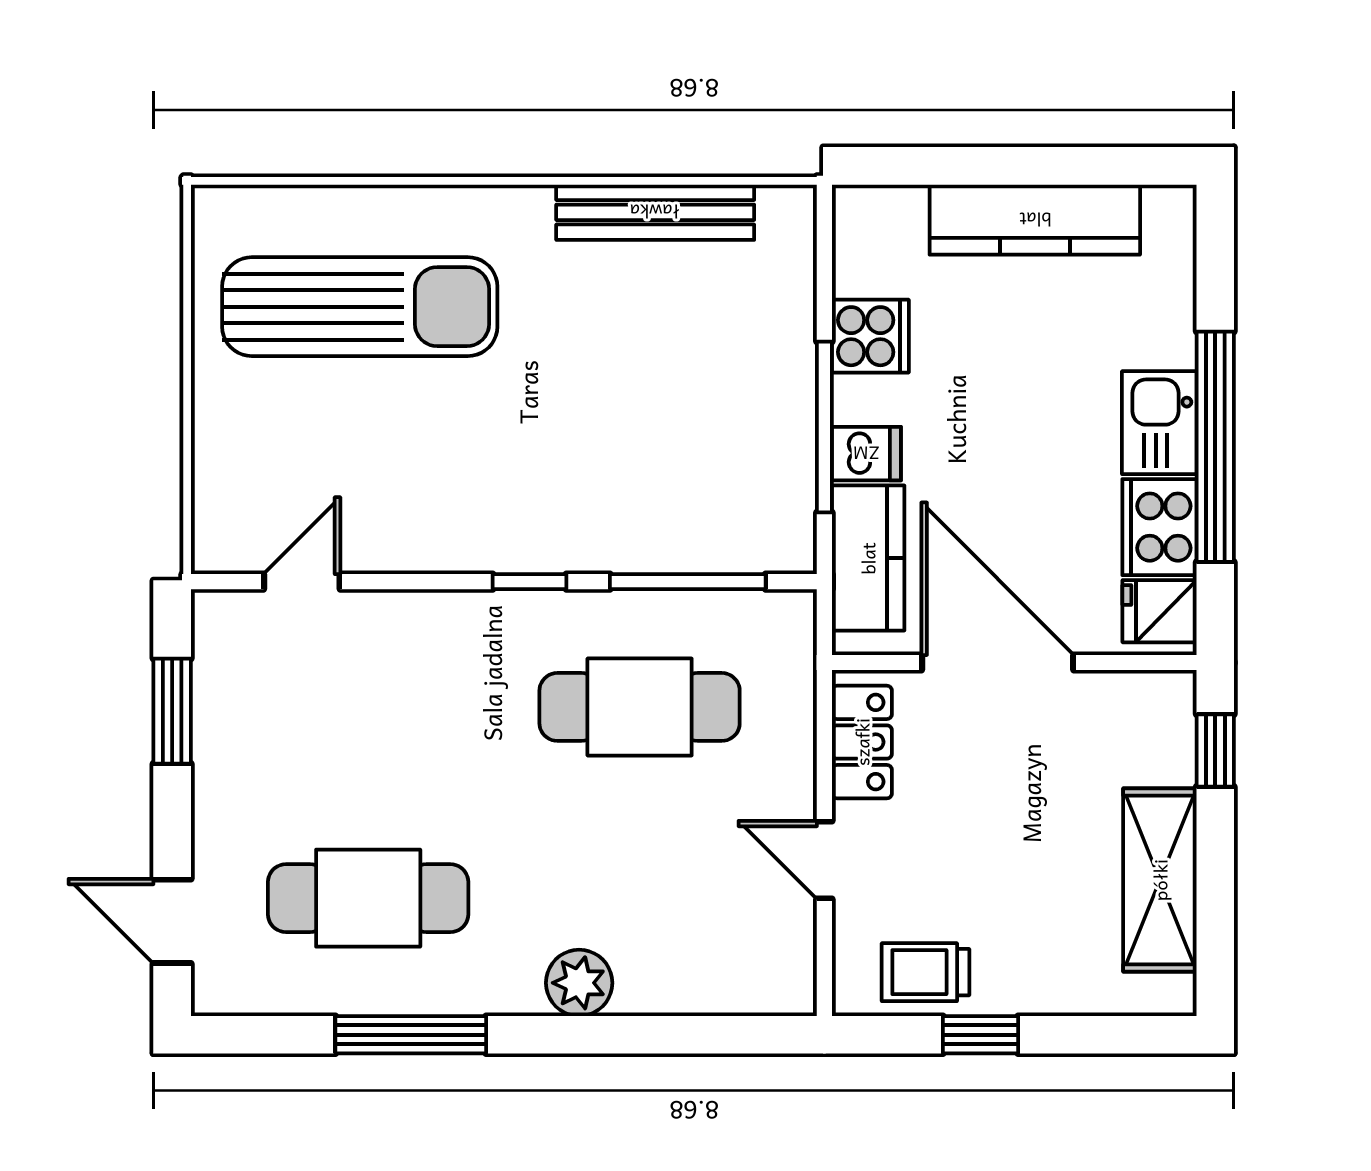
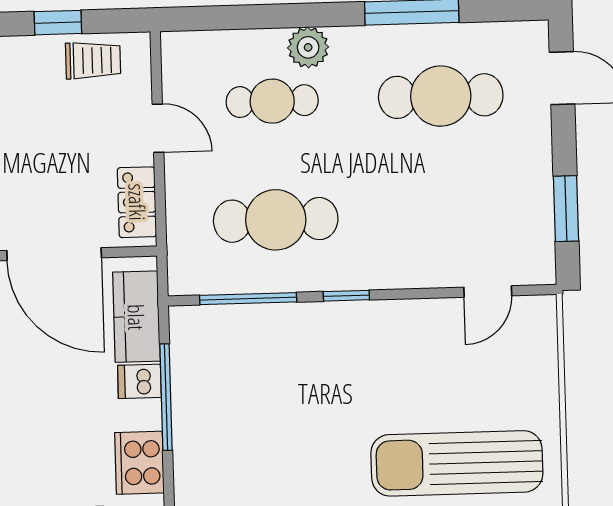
cooker: (870, 336) -> (139, 463), width x1.36
cafe table: (640, 898) -> (272, 101), added

